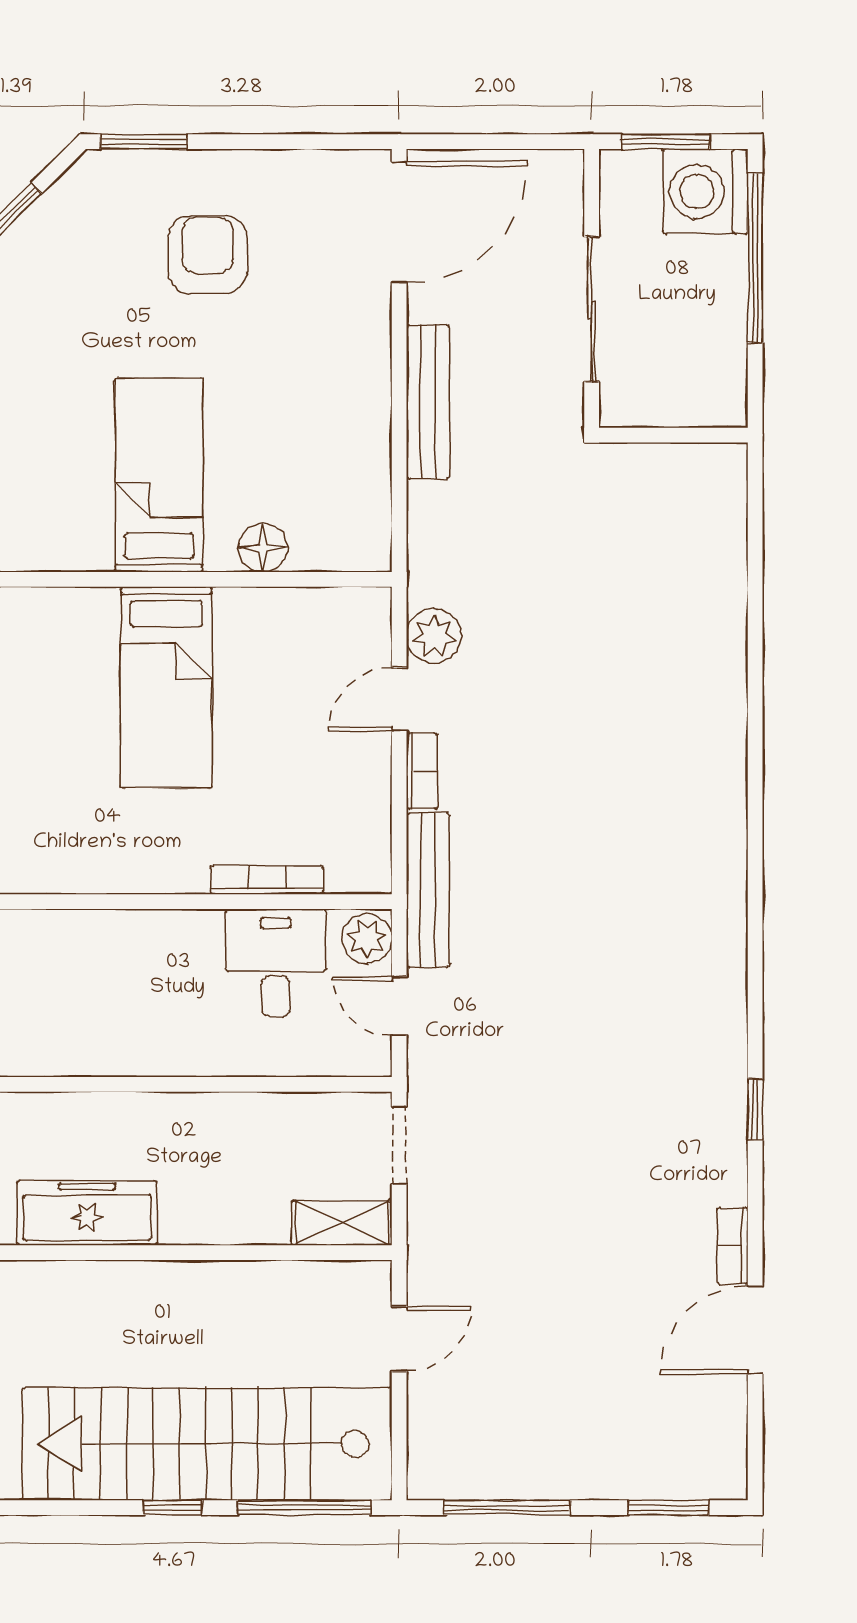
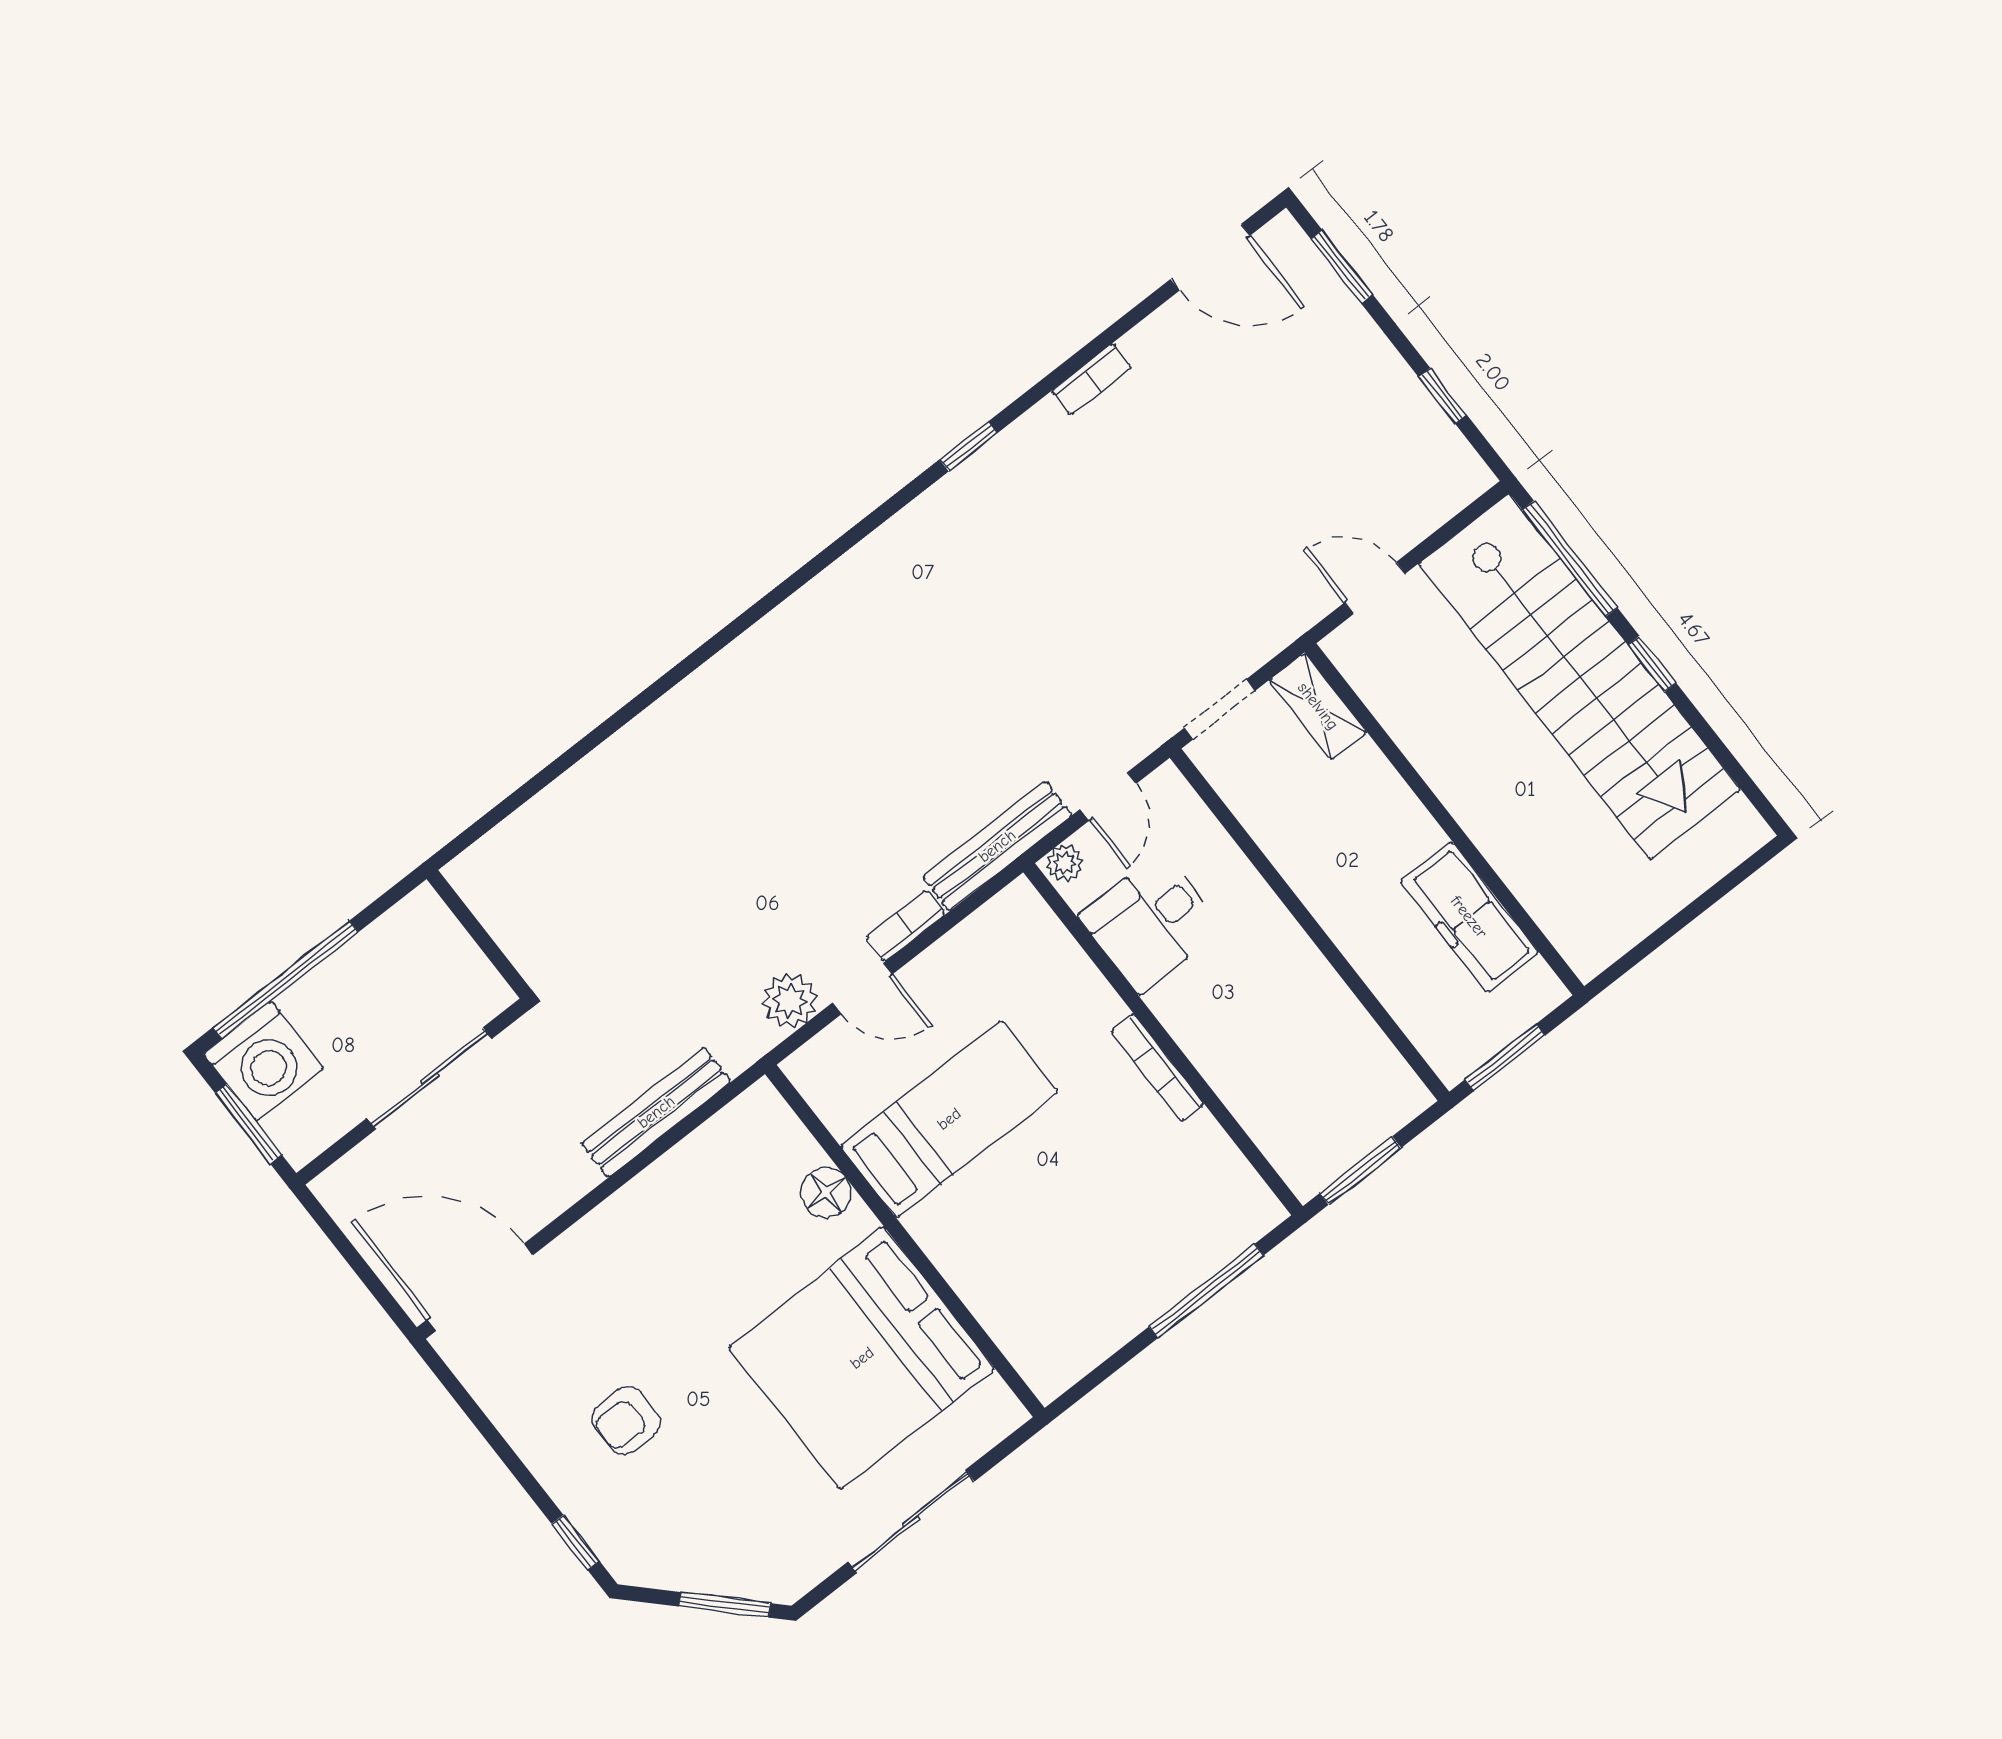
window: (144, 142) -> (575, 1542), width x0.67
armchair: (208, 255) -> (626, 1420), width x0.72, depth x0.72
bench: (428, 402) -> (656, 1112), moved
bed: (159, 475) -> (862, 1358), width x2.04
bed: (166, 687) -> (949, 1119), moved
bookcase: (267, 880) -> (1157, 1068), moved
plant: (367, 939) -> (1065, 863), width x0.73, depth x0.73
door: (755, 1330) -> (1210, 257), moved
window: (507, 1508) -> (1443, 396), width x0.46

